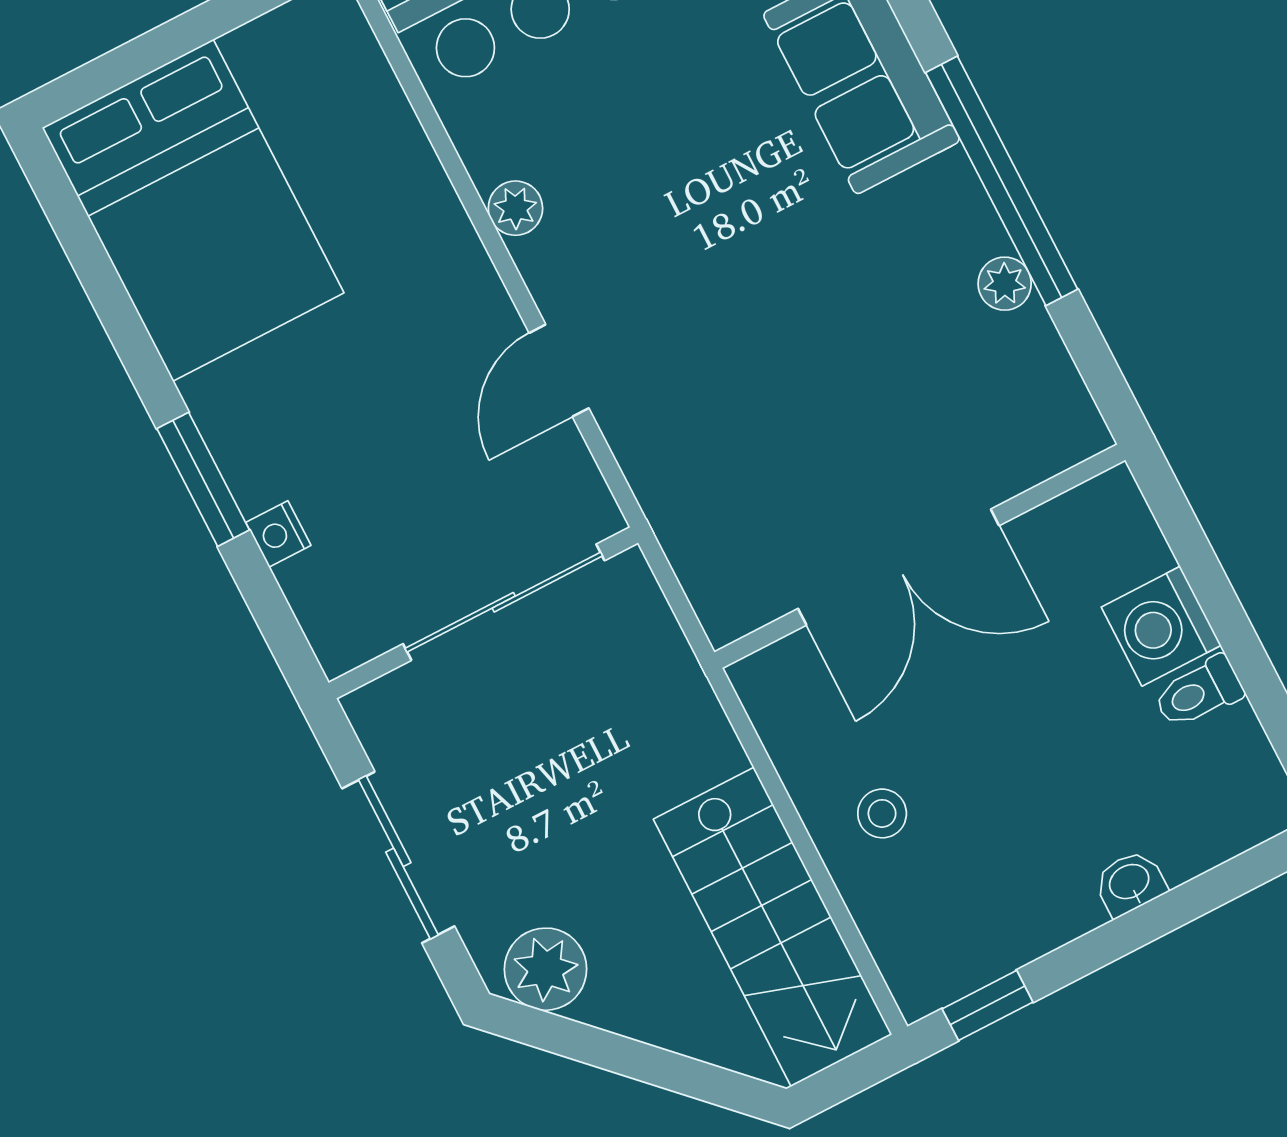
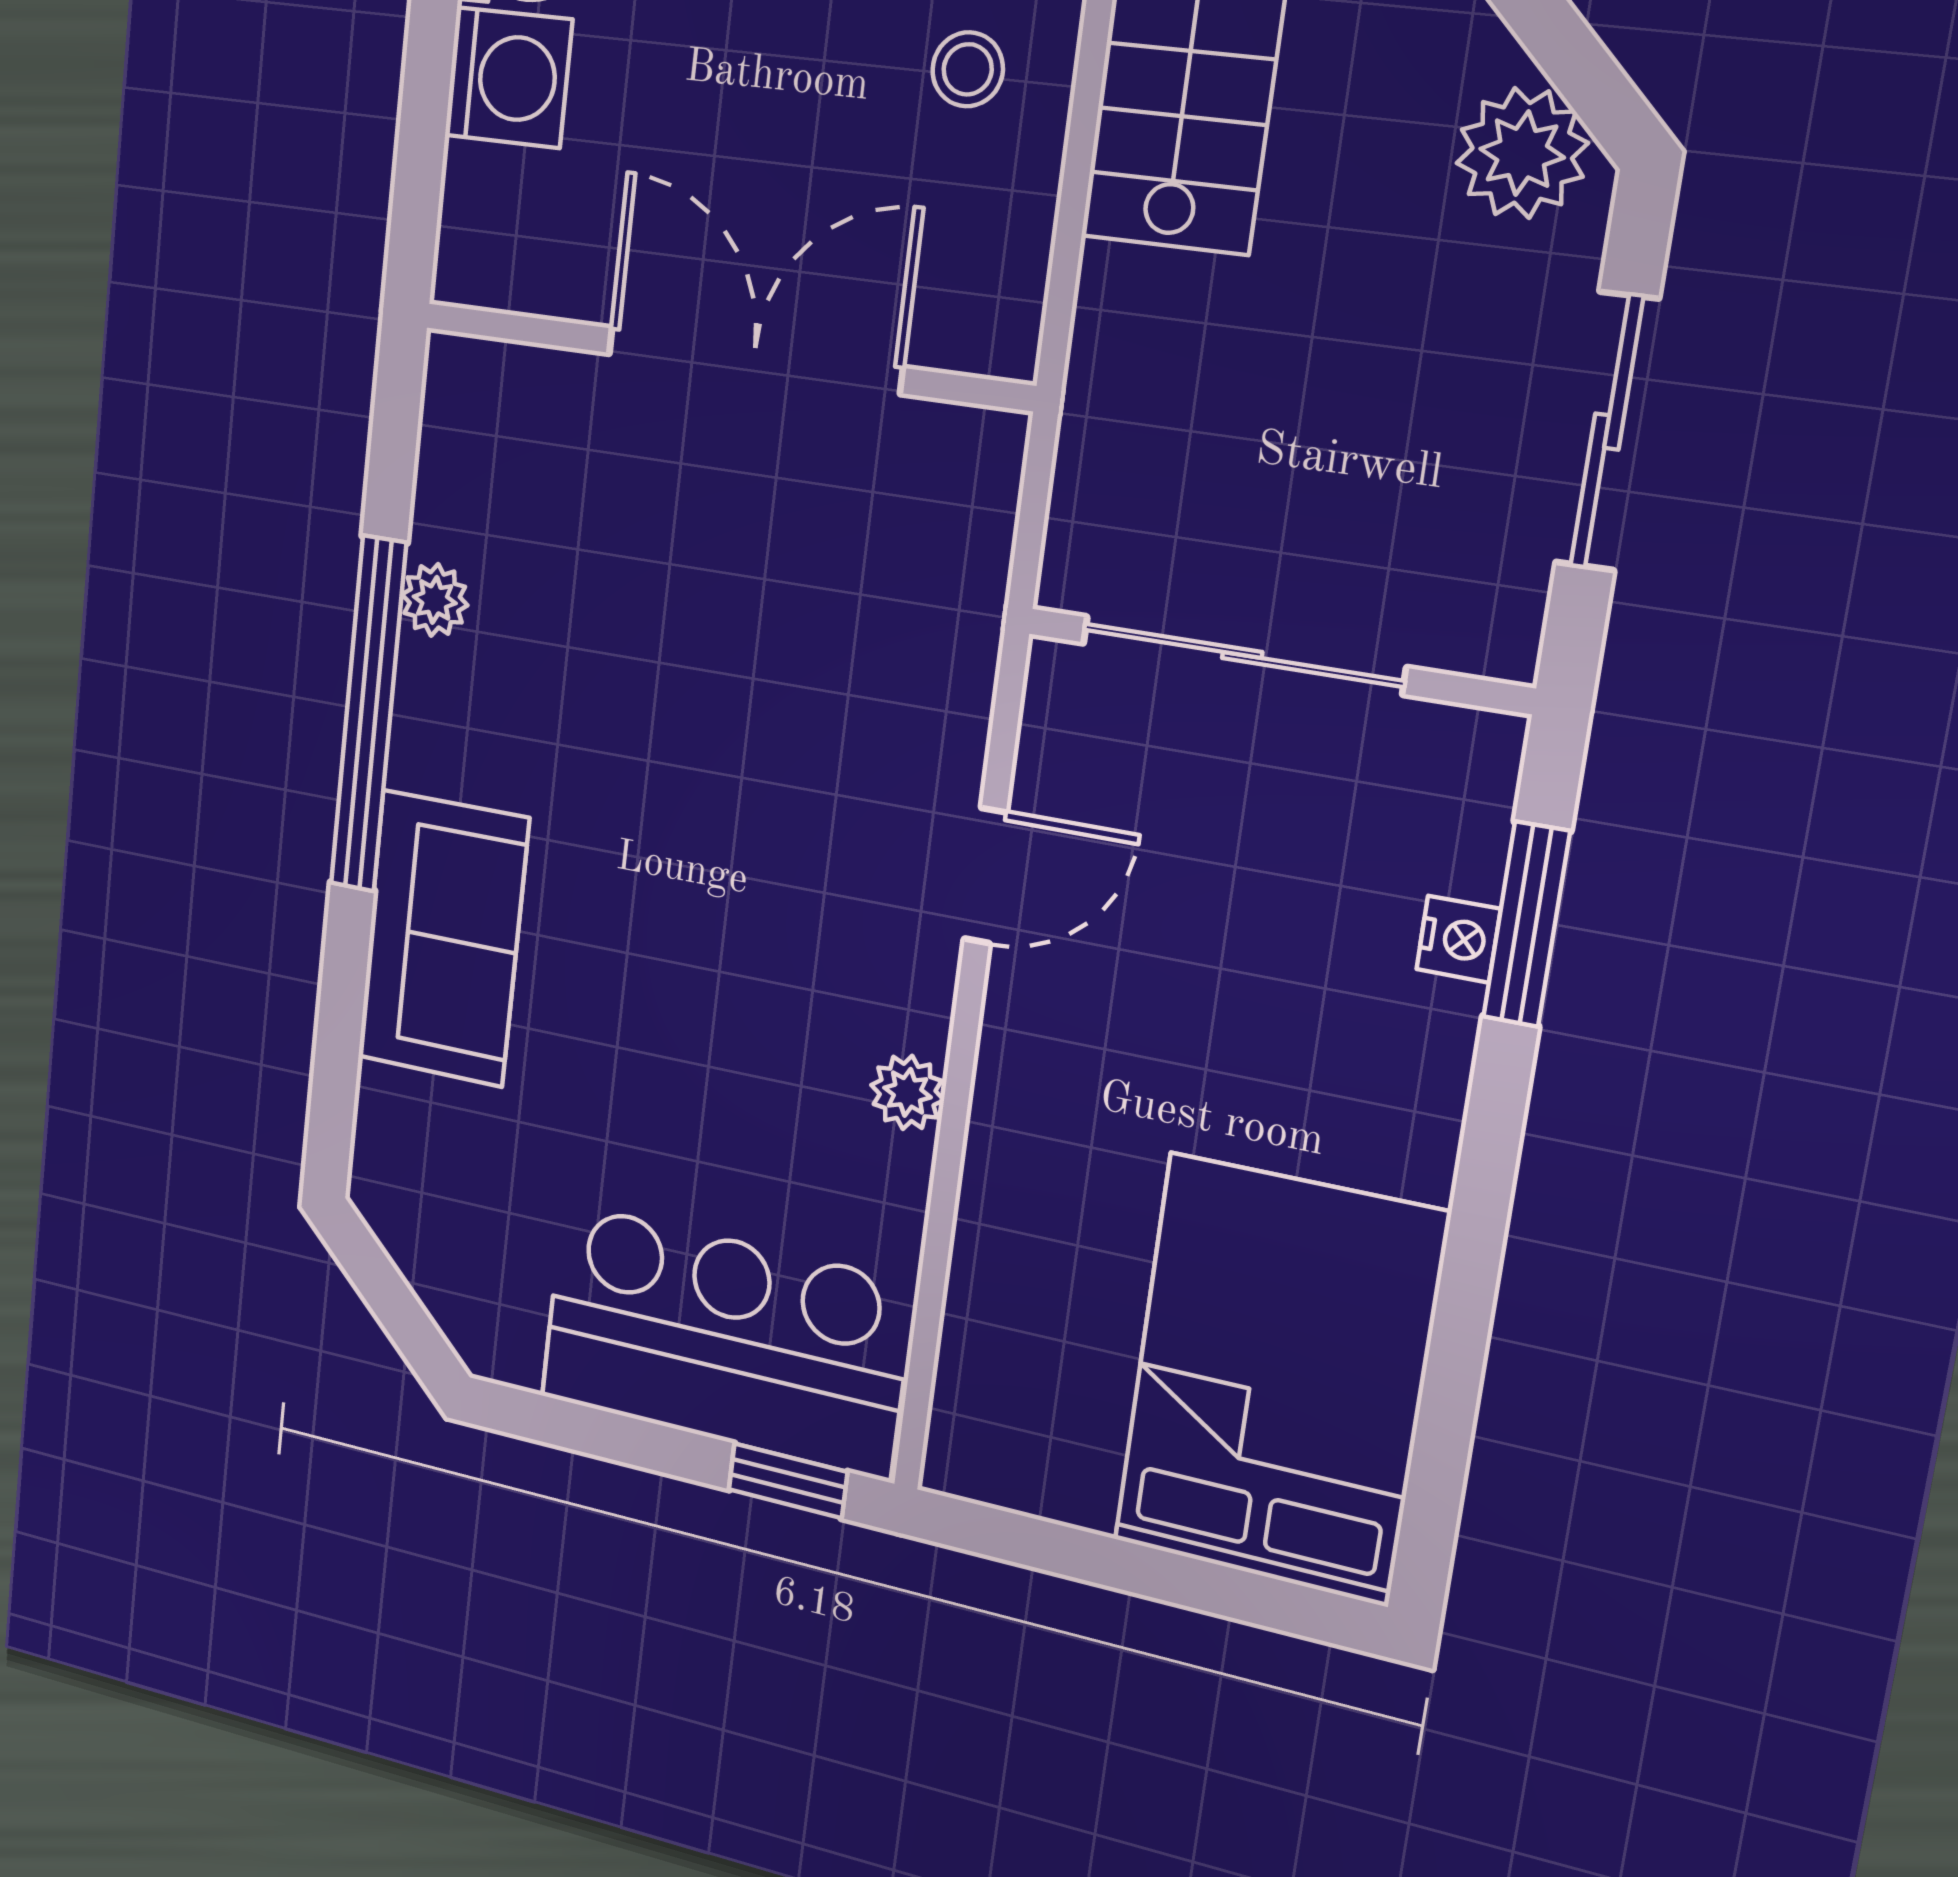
window: (203, 479) -> (1526, 924), moved

